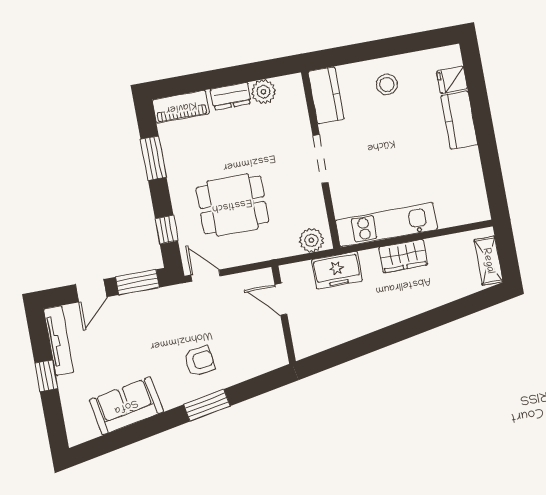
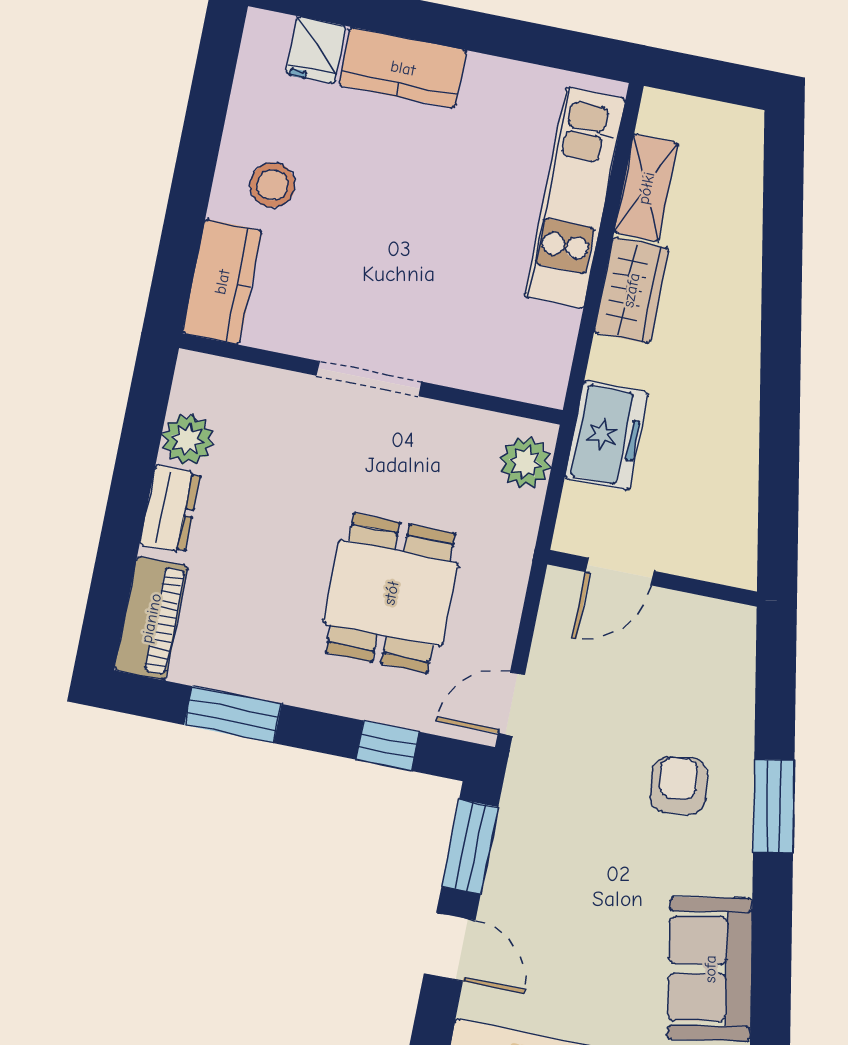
kitchen counter: (326, 95) -> (222, 282), moved, turned 90
kitchen unit: (386, 225) -> (575, 197), moved
shelving: (488, 261) -> (646, 188), moved, turned 90

